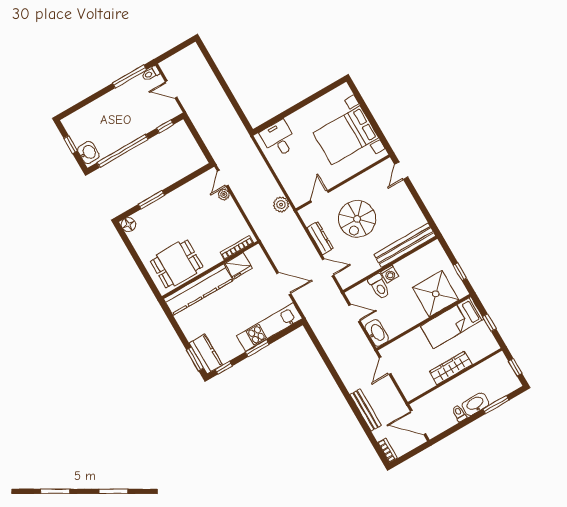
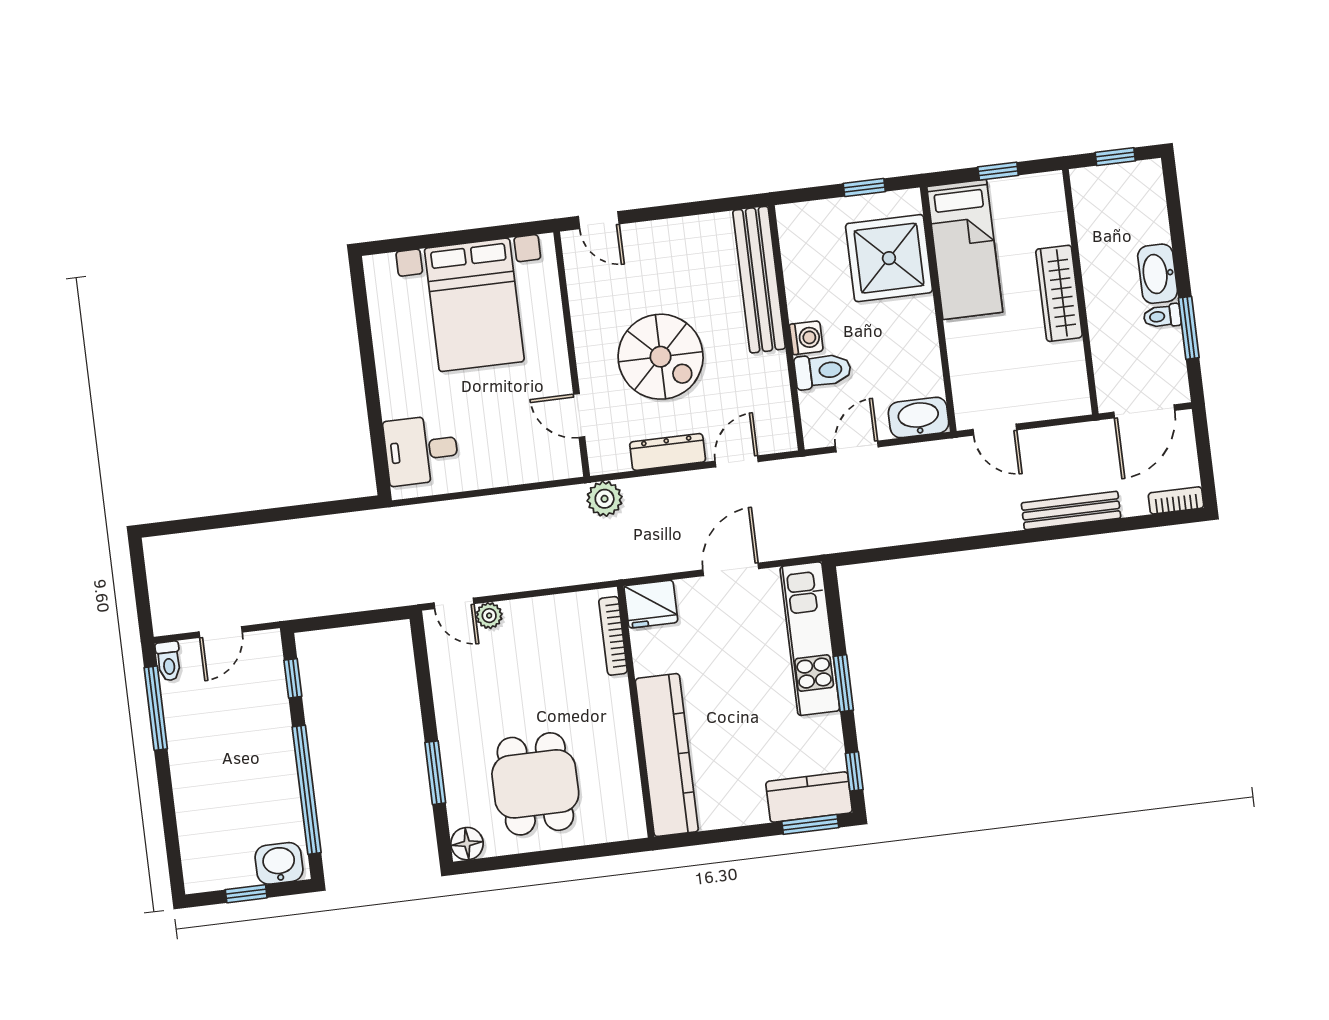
plant: (281, 205) -> (605, 499), moved
dining table: (177, 264) -> (535, 784), moved
fridge: (238, 266) -> (651, 604), moved, turned 90
window: (496, 405) -> (1189, 328), moved

